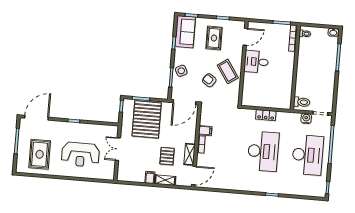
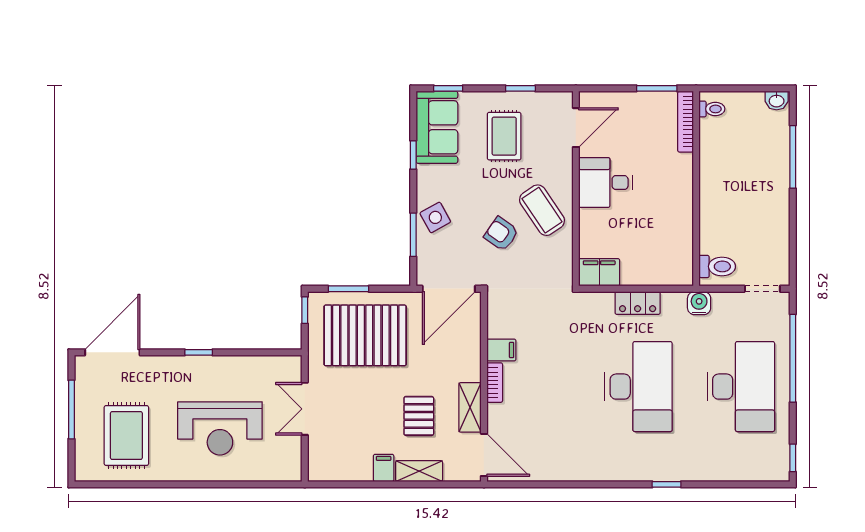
filing cabinet: (250, 100) -> (599, 272), added
water cooler: (306, 118) -> (699, 303), moved
pallet: (147, 119) -> (365, 335), turned 90
door: (194, 175) -> (484, 455), hinge flipped

